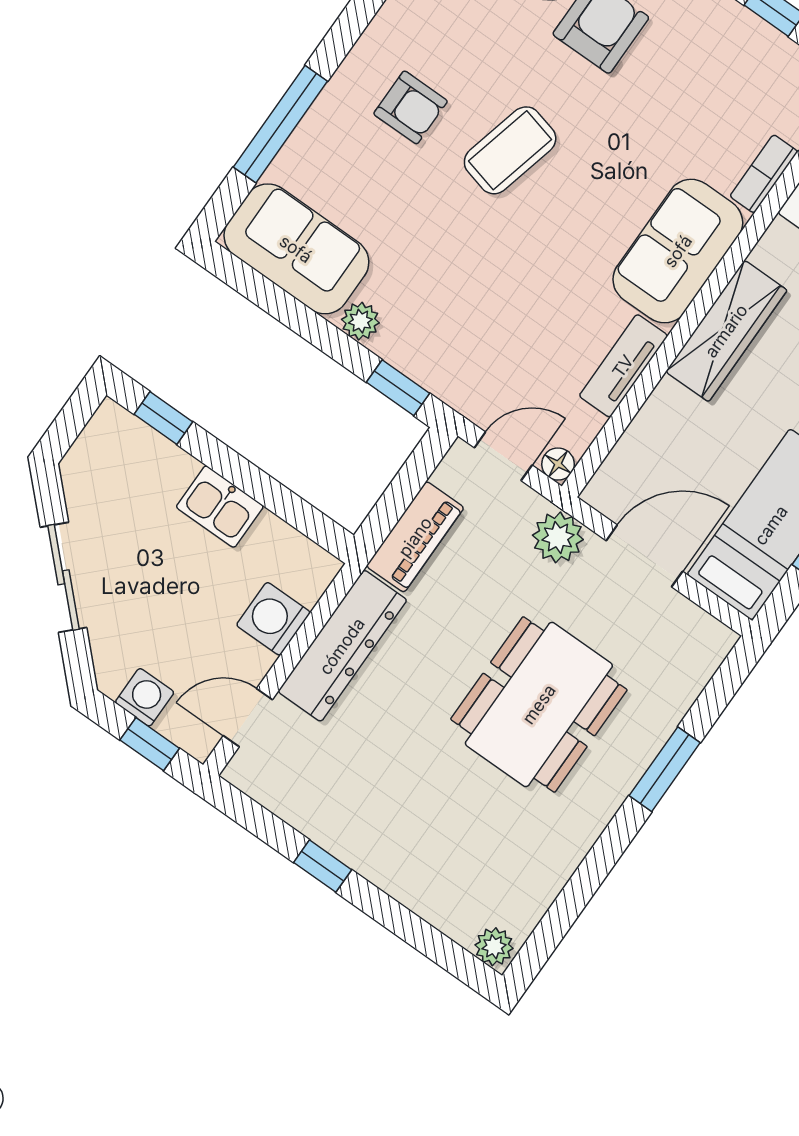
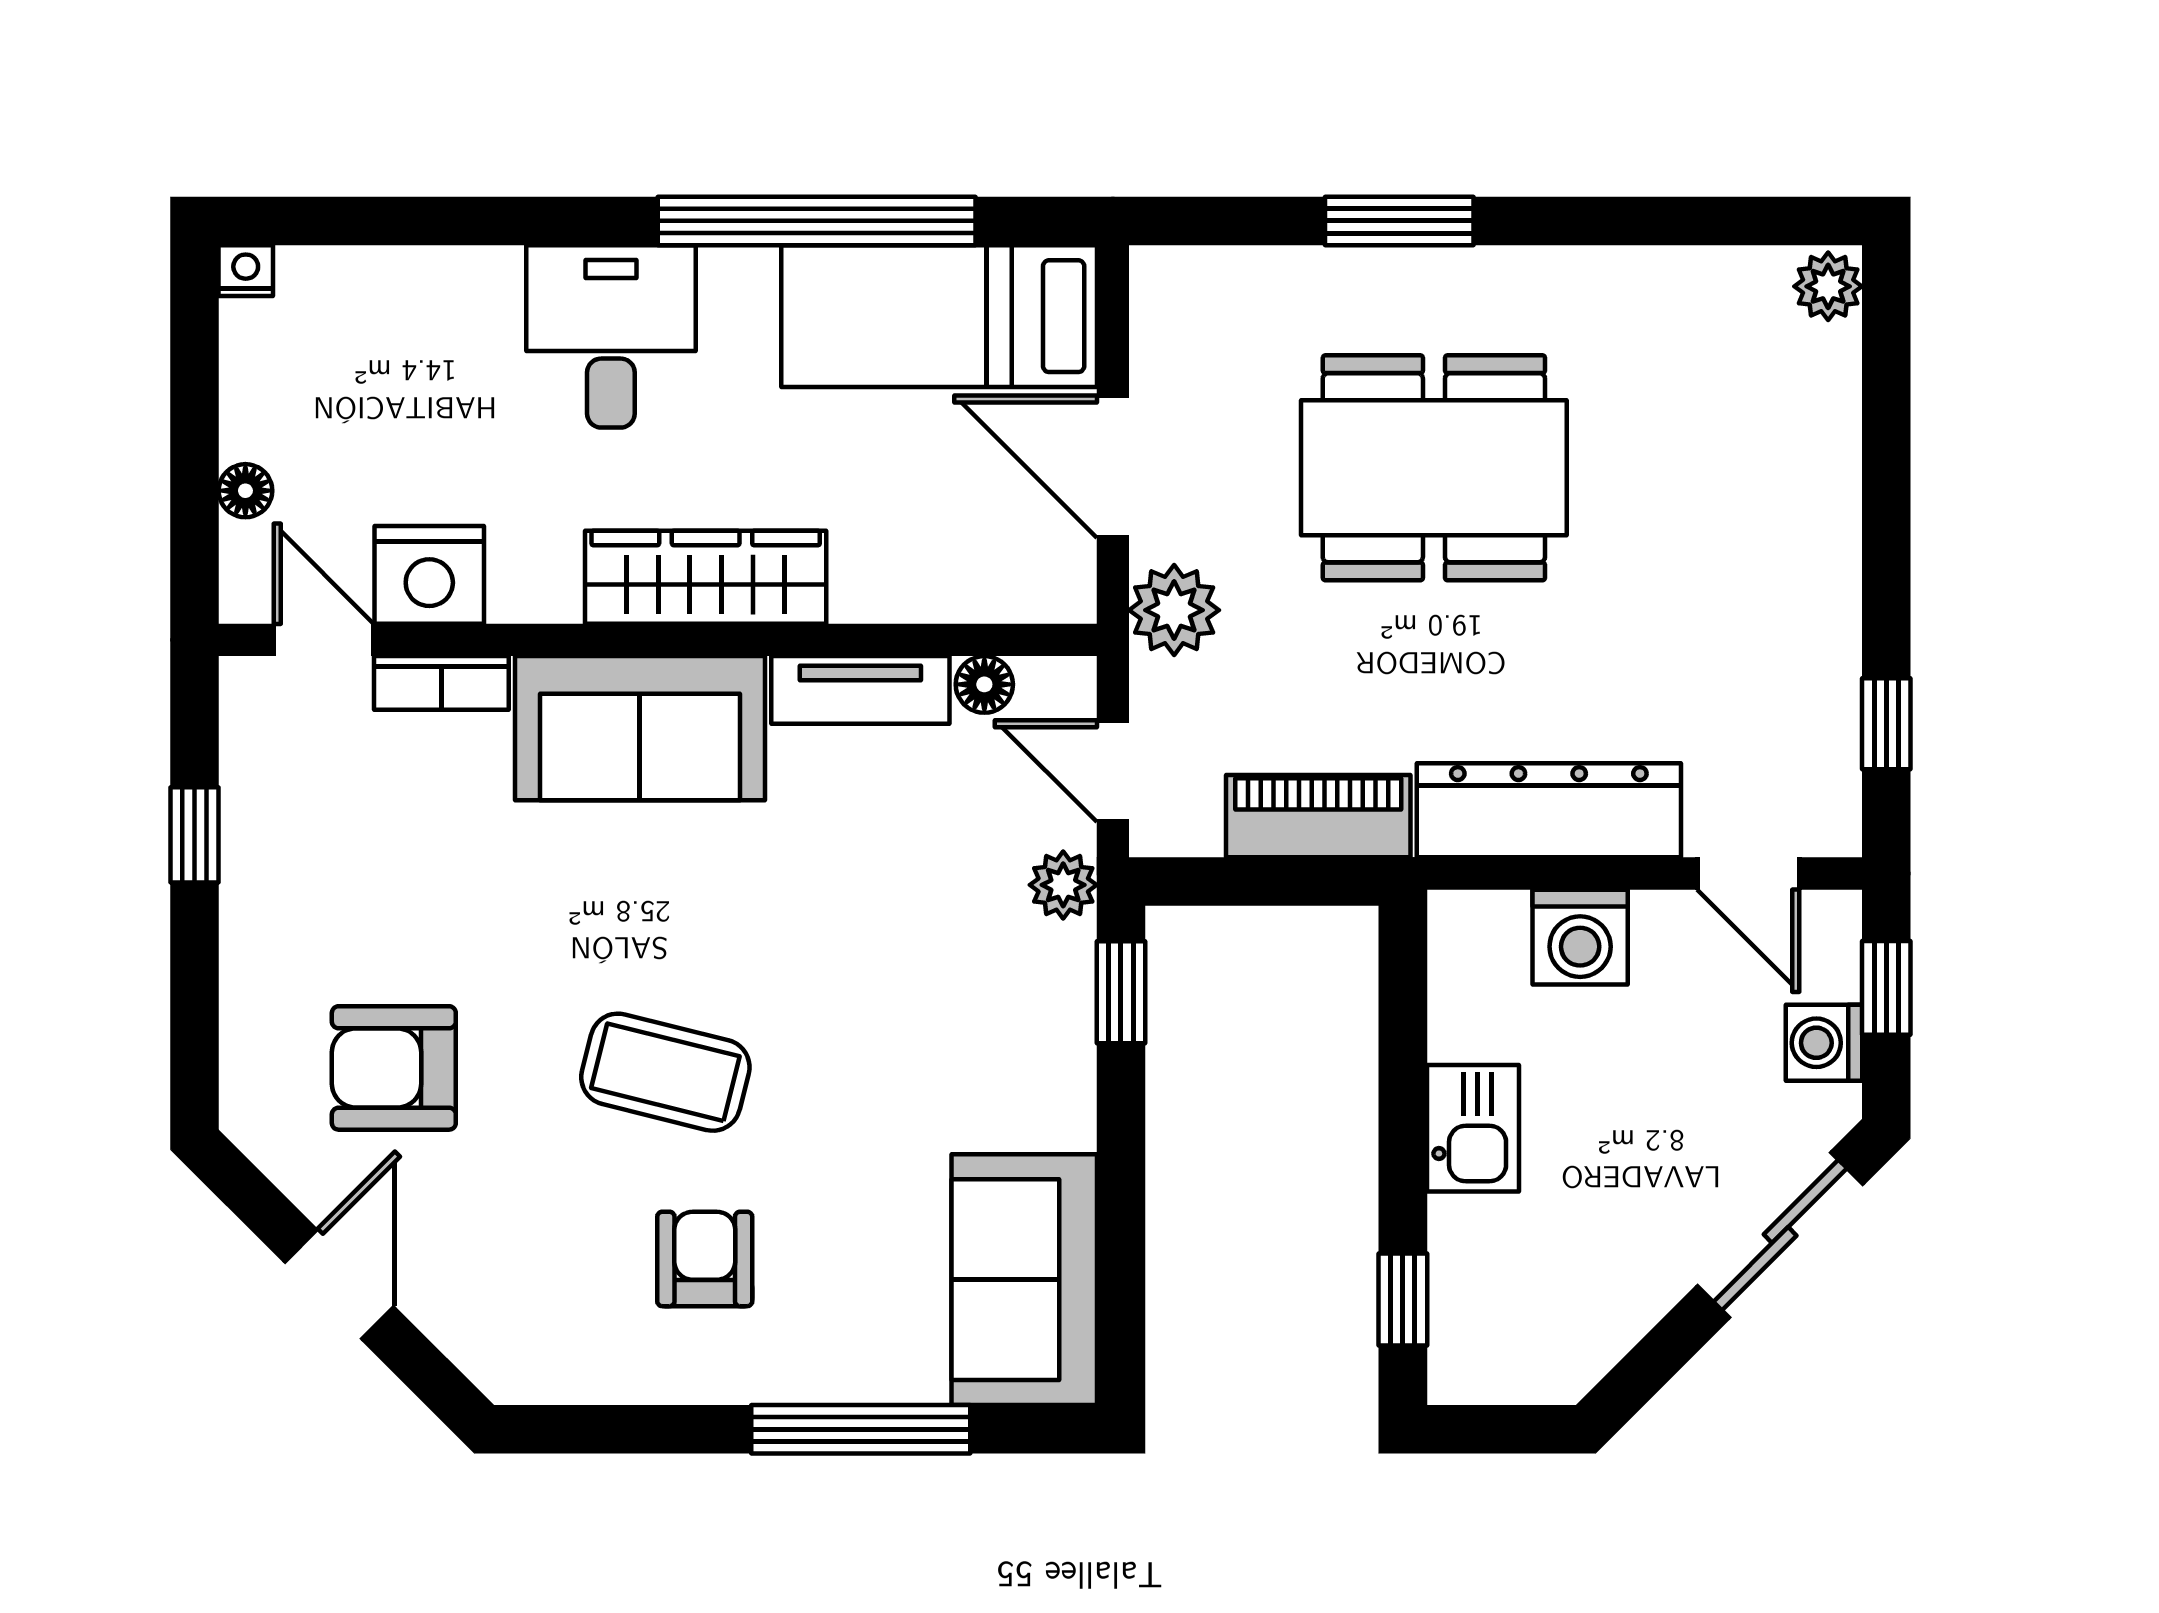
plant: (360, 321) -> (1063, 885), moved
floor lamp: (558, 464) -> (984, 684), moved
sliding door: (63, 577) -> (1780, 1235), moved
window: (323, 866) -> (1886, 724), moved

